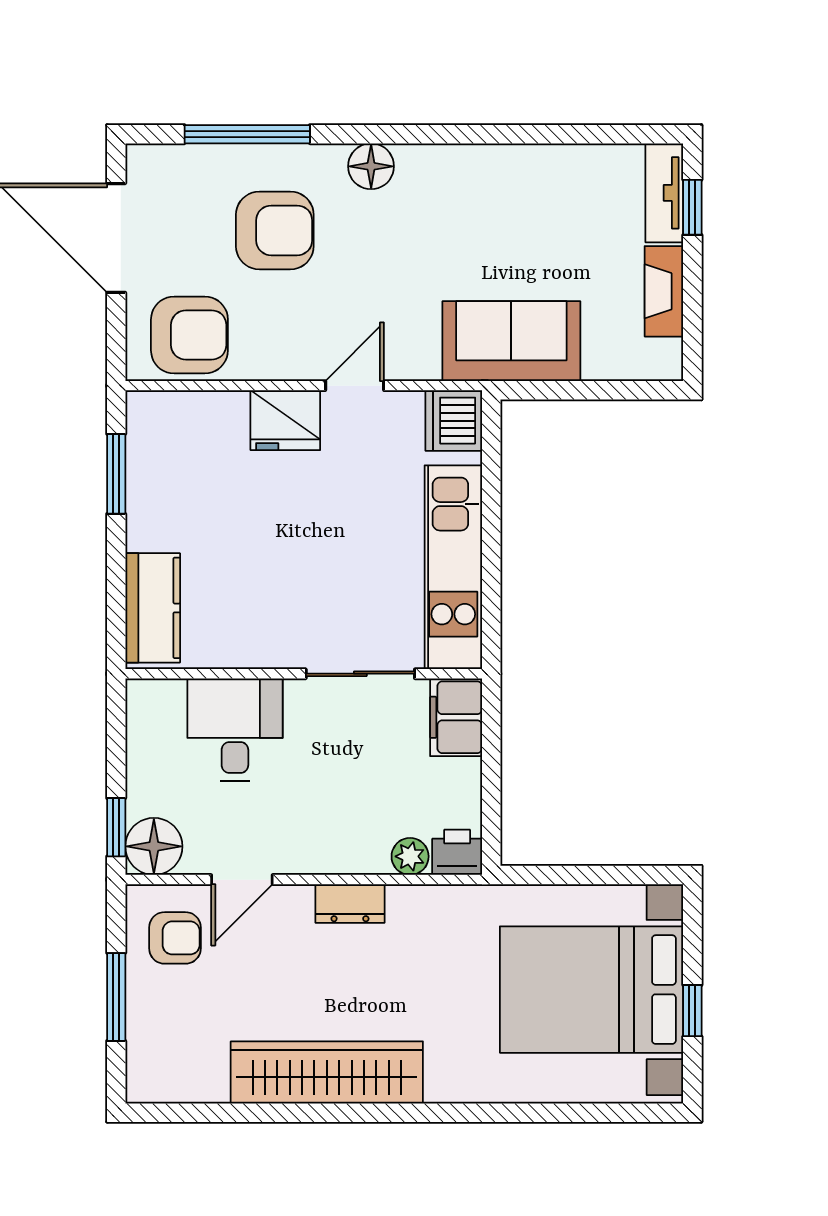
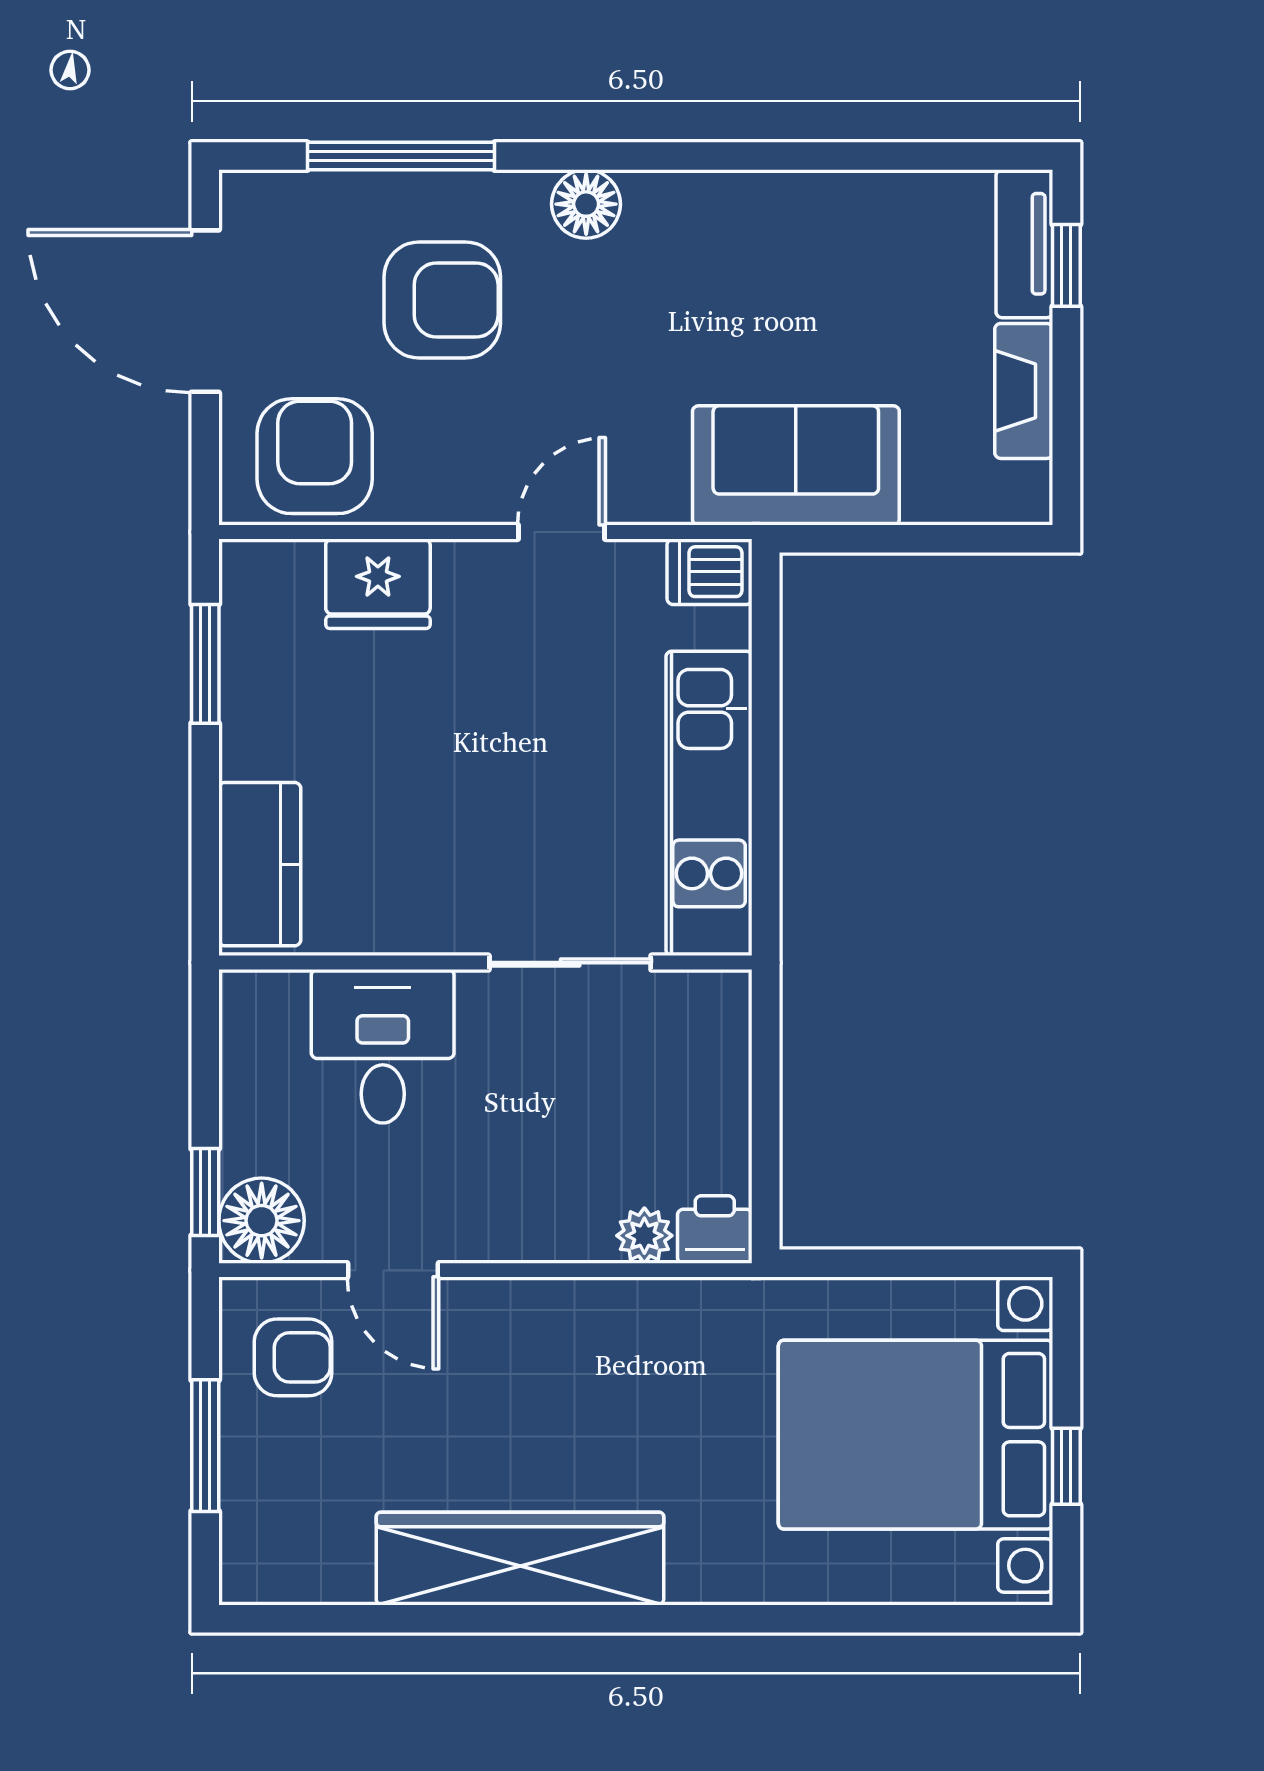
armchair: (189, 335) -> (315, 456), turned -90
fridge: (285, 420) -> (378, 584), moved
dishwasher: (454, 421) -> (710, 572), width x0.73
filing cabinet: (456, 717) -> (713, 1028), removed
door: (242, 880) -> (393, 1270), hinge flipped
dresser: (350, 904) -> (555, 1306), removed

